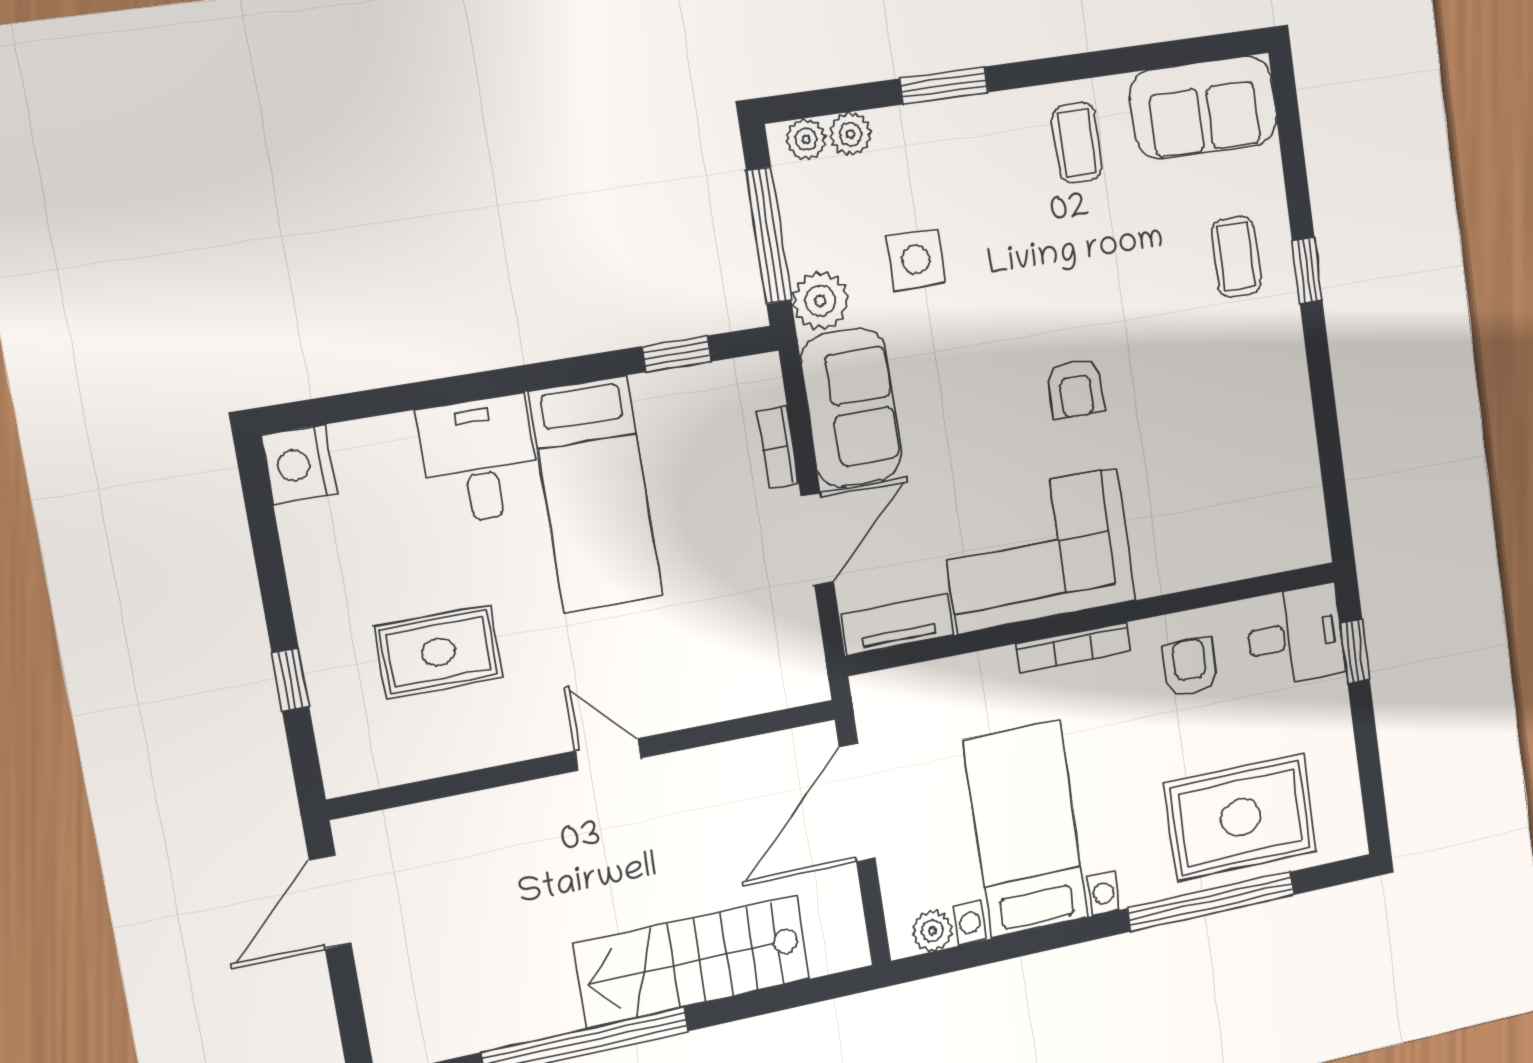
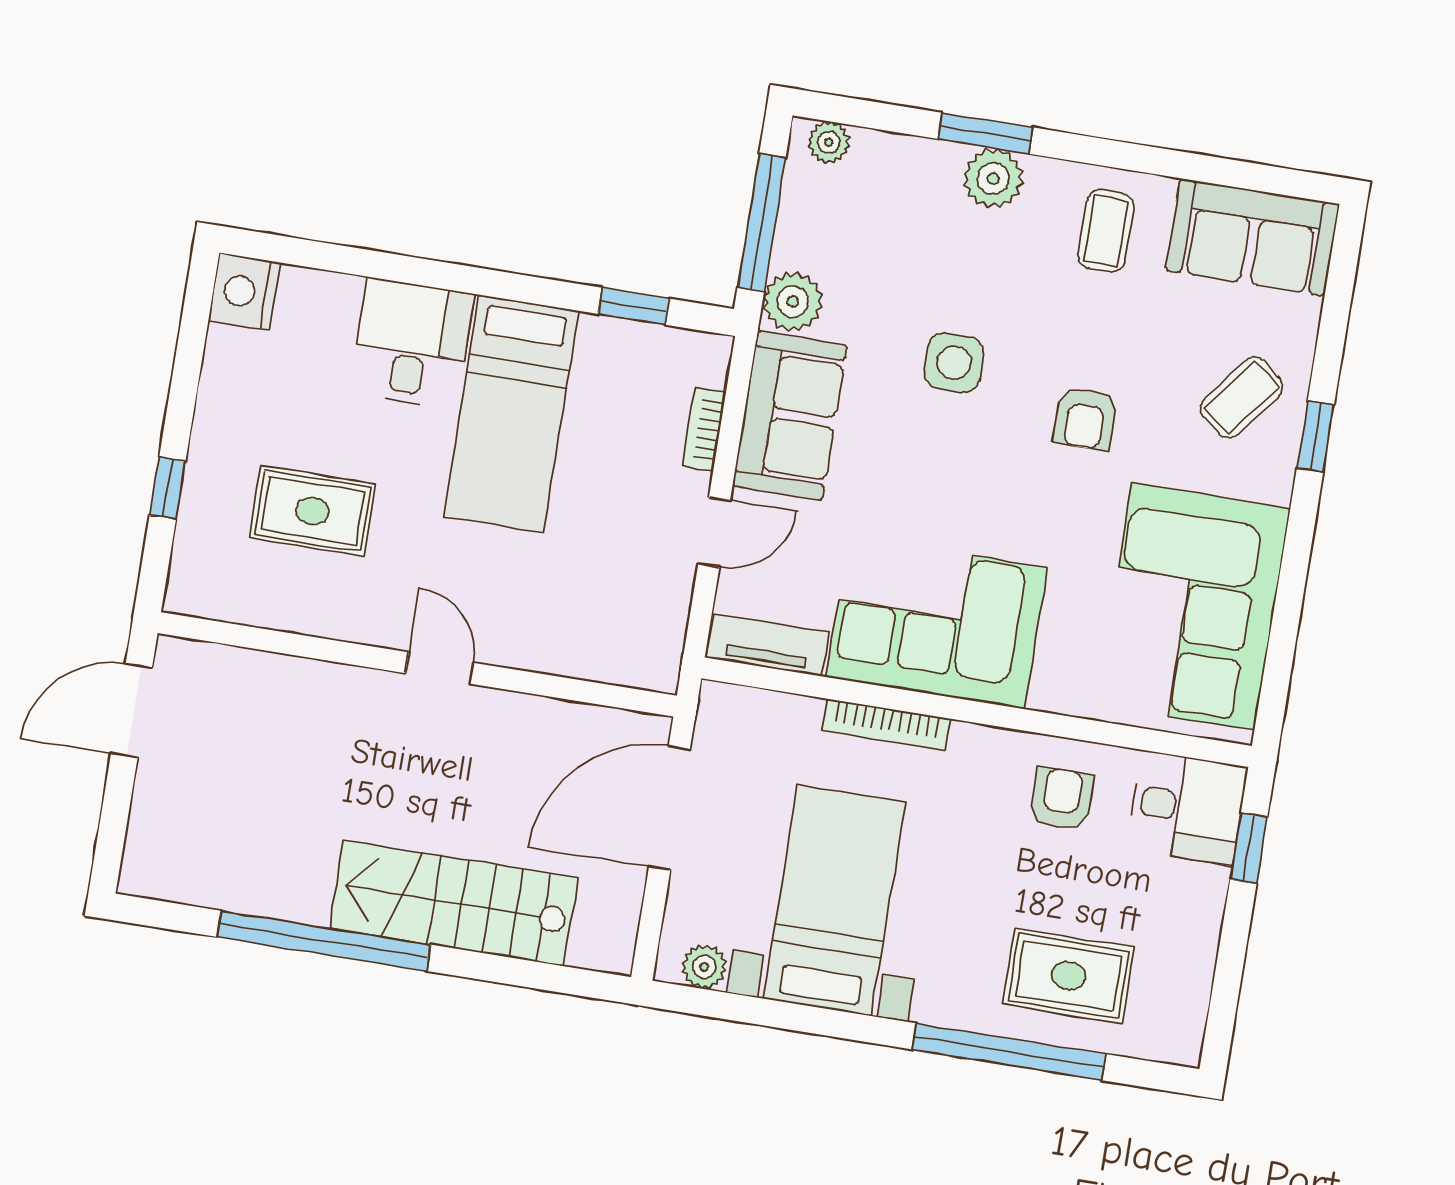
plant: (851, 134) -> (993, 178), moved, width x1.38, depth x1.38
coffee table: (1236, 257) -> (1242, 398), turned 38
side table: (916, 260) -> (954, 363), moved
armchair: (1076, 389) -> (1085, 418), moved
corner sofa: (1250, 458) -> (1193, 607), added
door: (817, 539) -> (714, 532), width x0.73
bookcase: (1073, 647) -> (886, 724), moved
rug: (1241, 817) -> (1069, 976), width x0.73, depth x0.70

